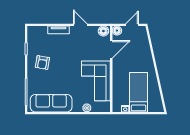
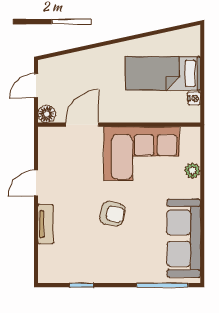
door: (132, 25) -> (36, 86), hinge flipped
floor lamp: (103, 31) -> (48, 140), removed
door: (111, 49) -> (82, 125), hinge flipped
armchair: (42, 63) -> (112, 214), moved

